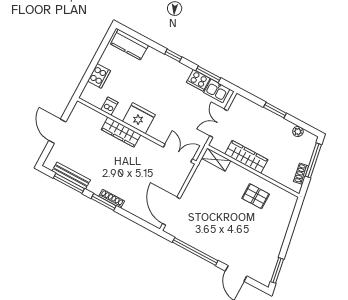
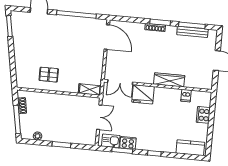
fridge: (139, 118) -> (143, 94), moved
wardrobe: (246, 157) -> (68, 101), removed

